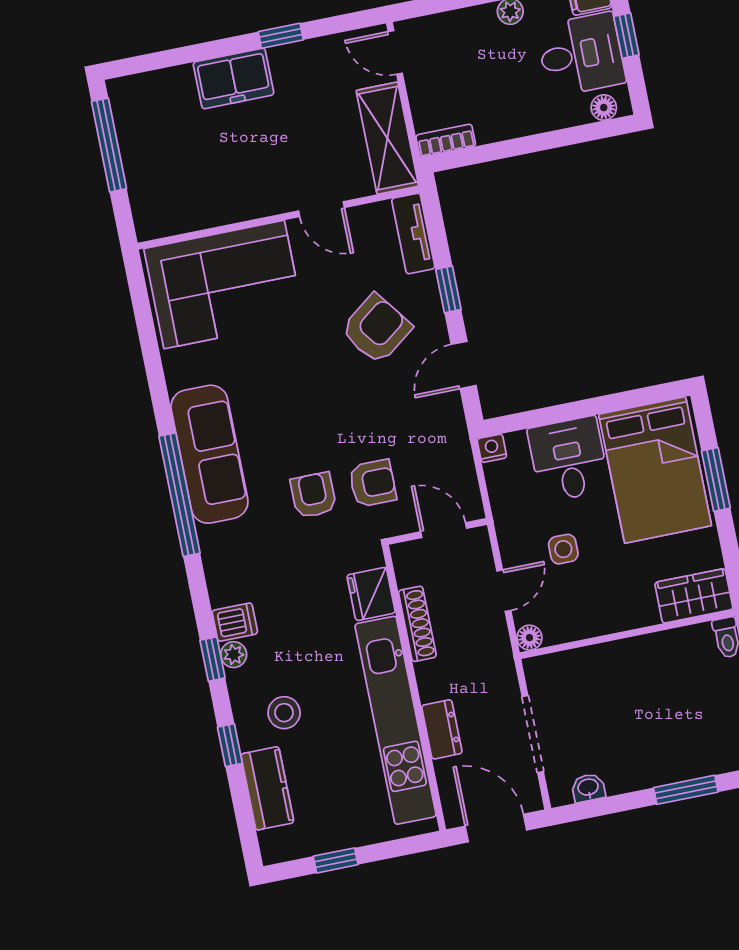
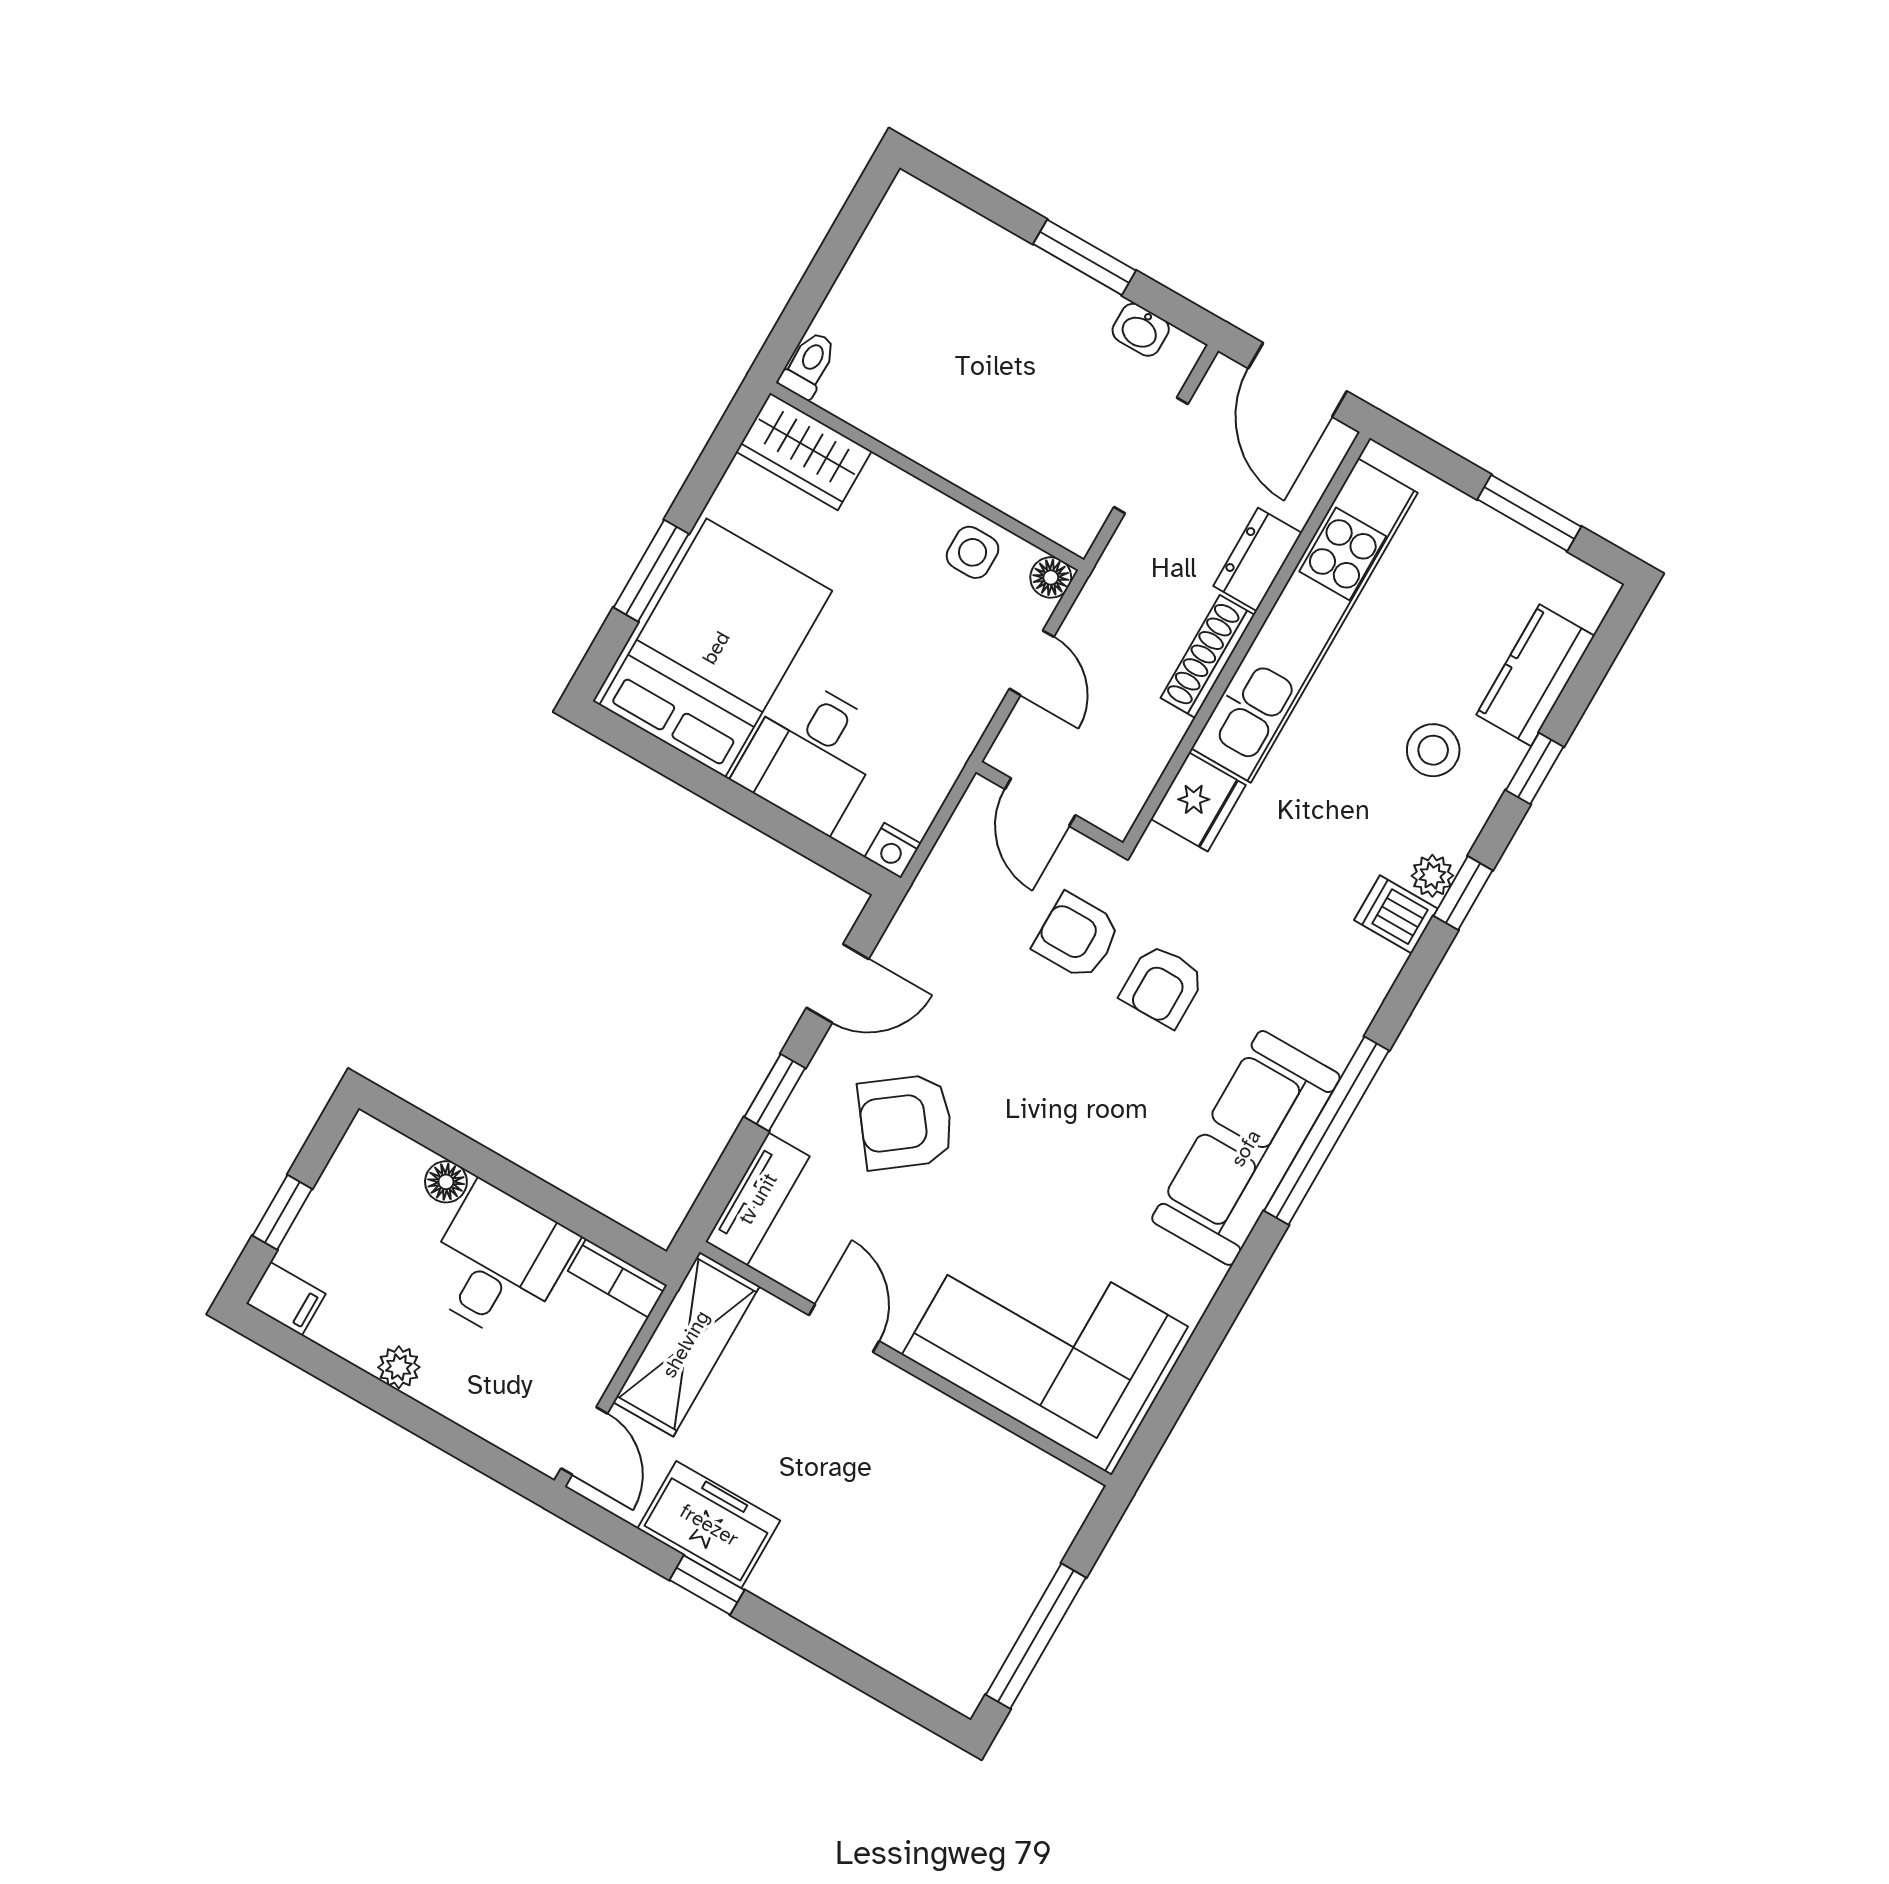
desk: (581, 54) -> (498, 1262), moved, turned 90
freezer: (233, 78) -> (709, 1525), moved
floor lamp: (604, 108) -> (446, 1182), moved
side table: (563, 549) -> (973, 552), moved
door: (504, 591) -> (1032, 663), swing flipped
shoe rack: (417, 624) -> (1208, 656), moved
window: (686, 790) -> (1085, 257), moved
window: (336, 860) -> (1529, 513), width x1.50

